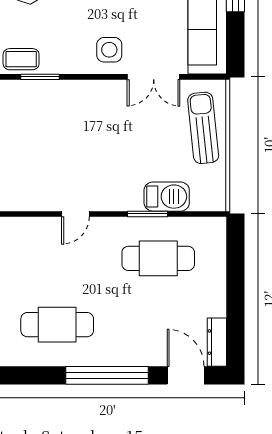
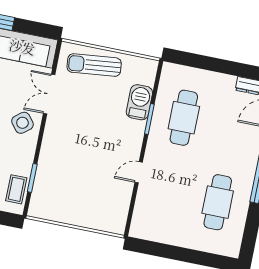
side table: (109, 50) -> (22, 123), turned -38
double door: (154, 77) -> (49, 94), swing flipped
door: (75, 214) -> (139, 172), swing flipped

